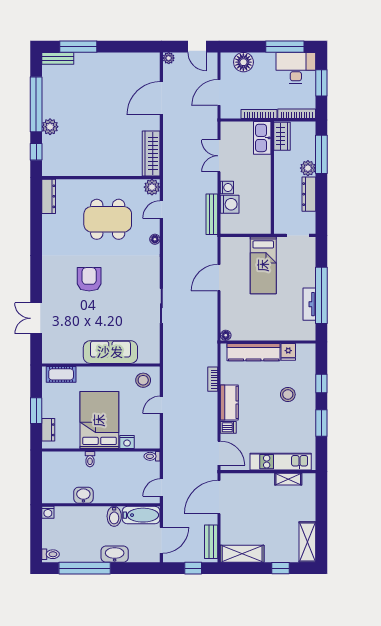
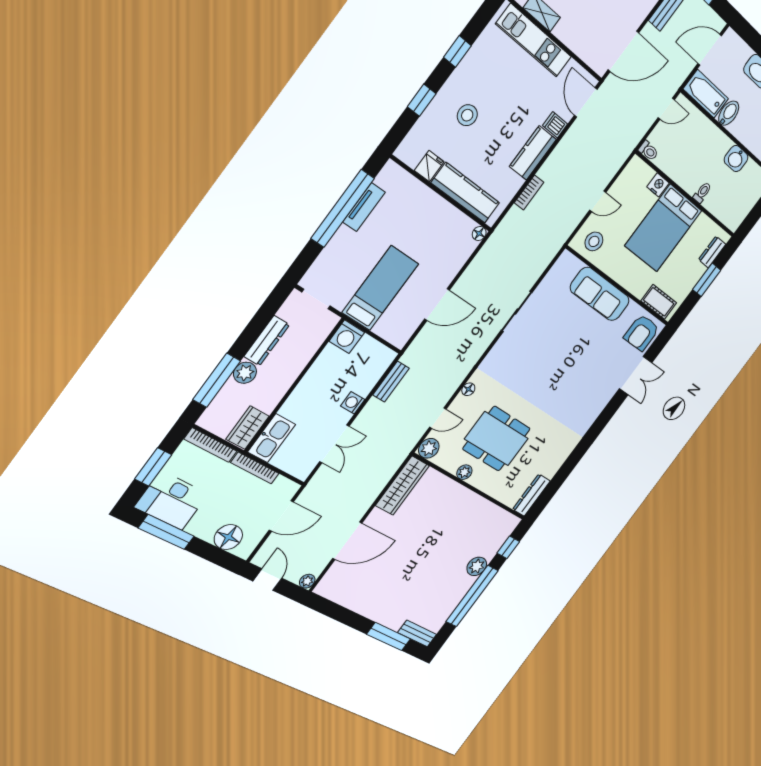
plant: (113, 185) -> (464, 472), added
washing machine: (230, 204) -> (347, 337), moved, turned -90
bench: (212, 214) -> (391, 382), width x0.73
armchair: (89, 279) -> (642, 333), moved
window: (321, 423) -> (457, 51), width x0.67

